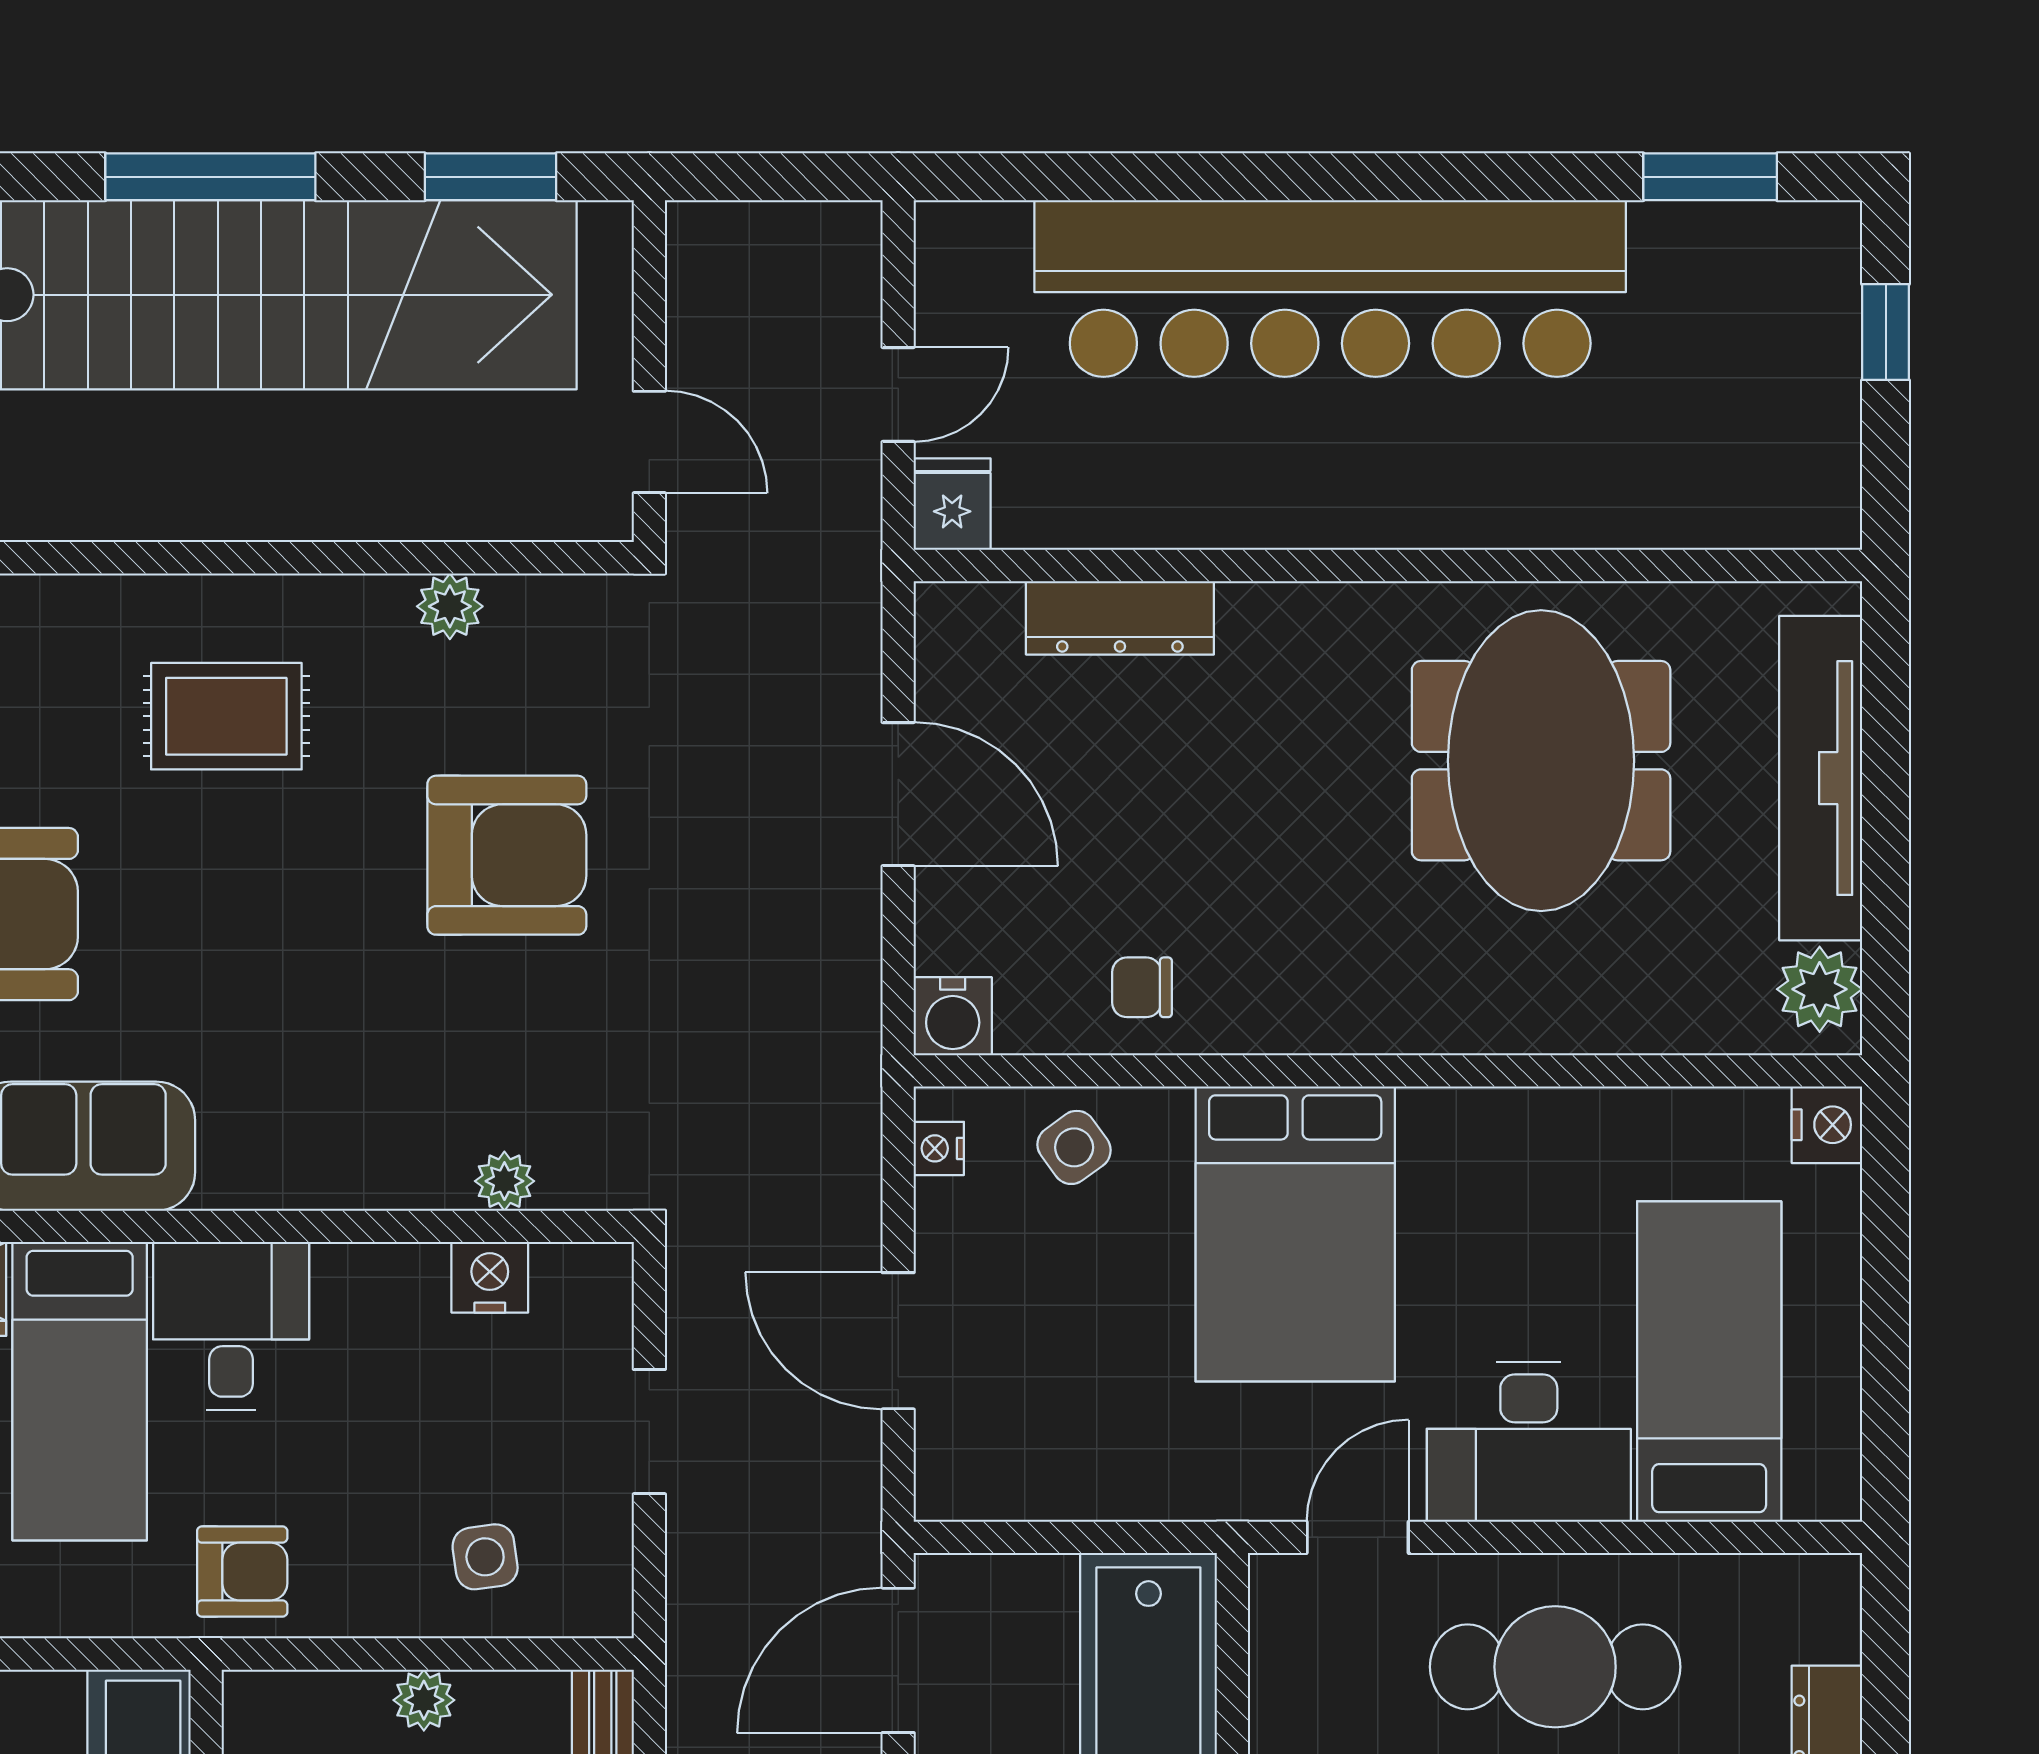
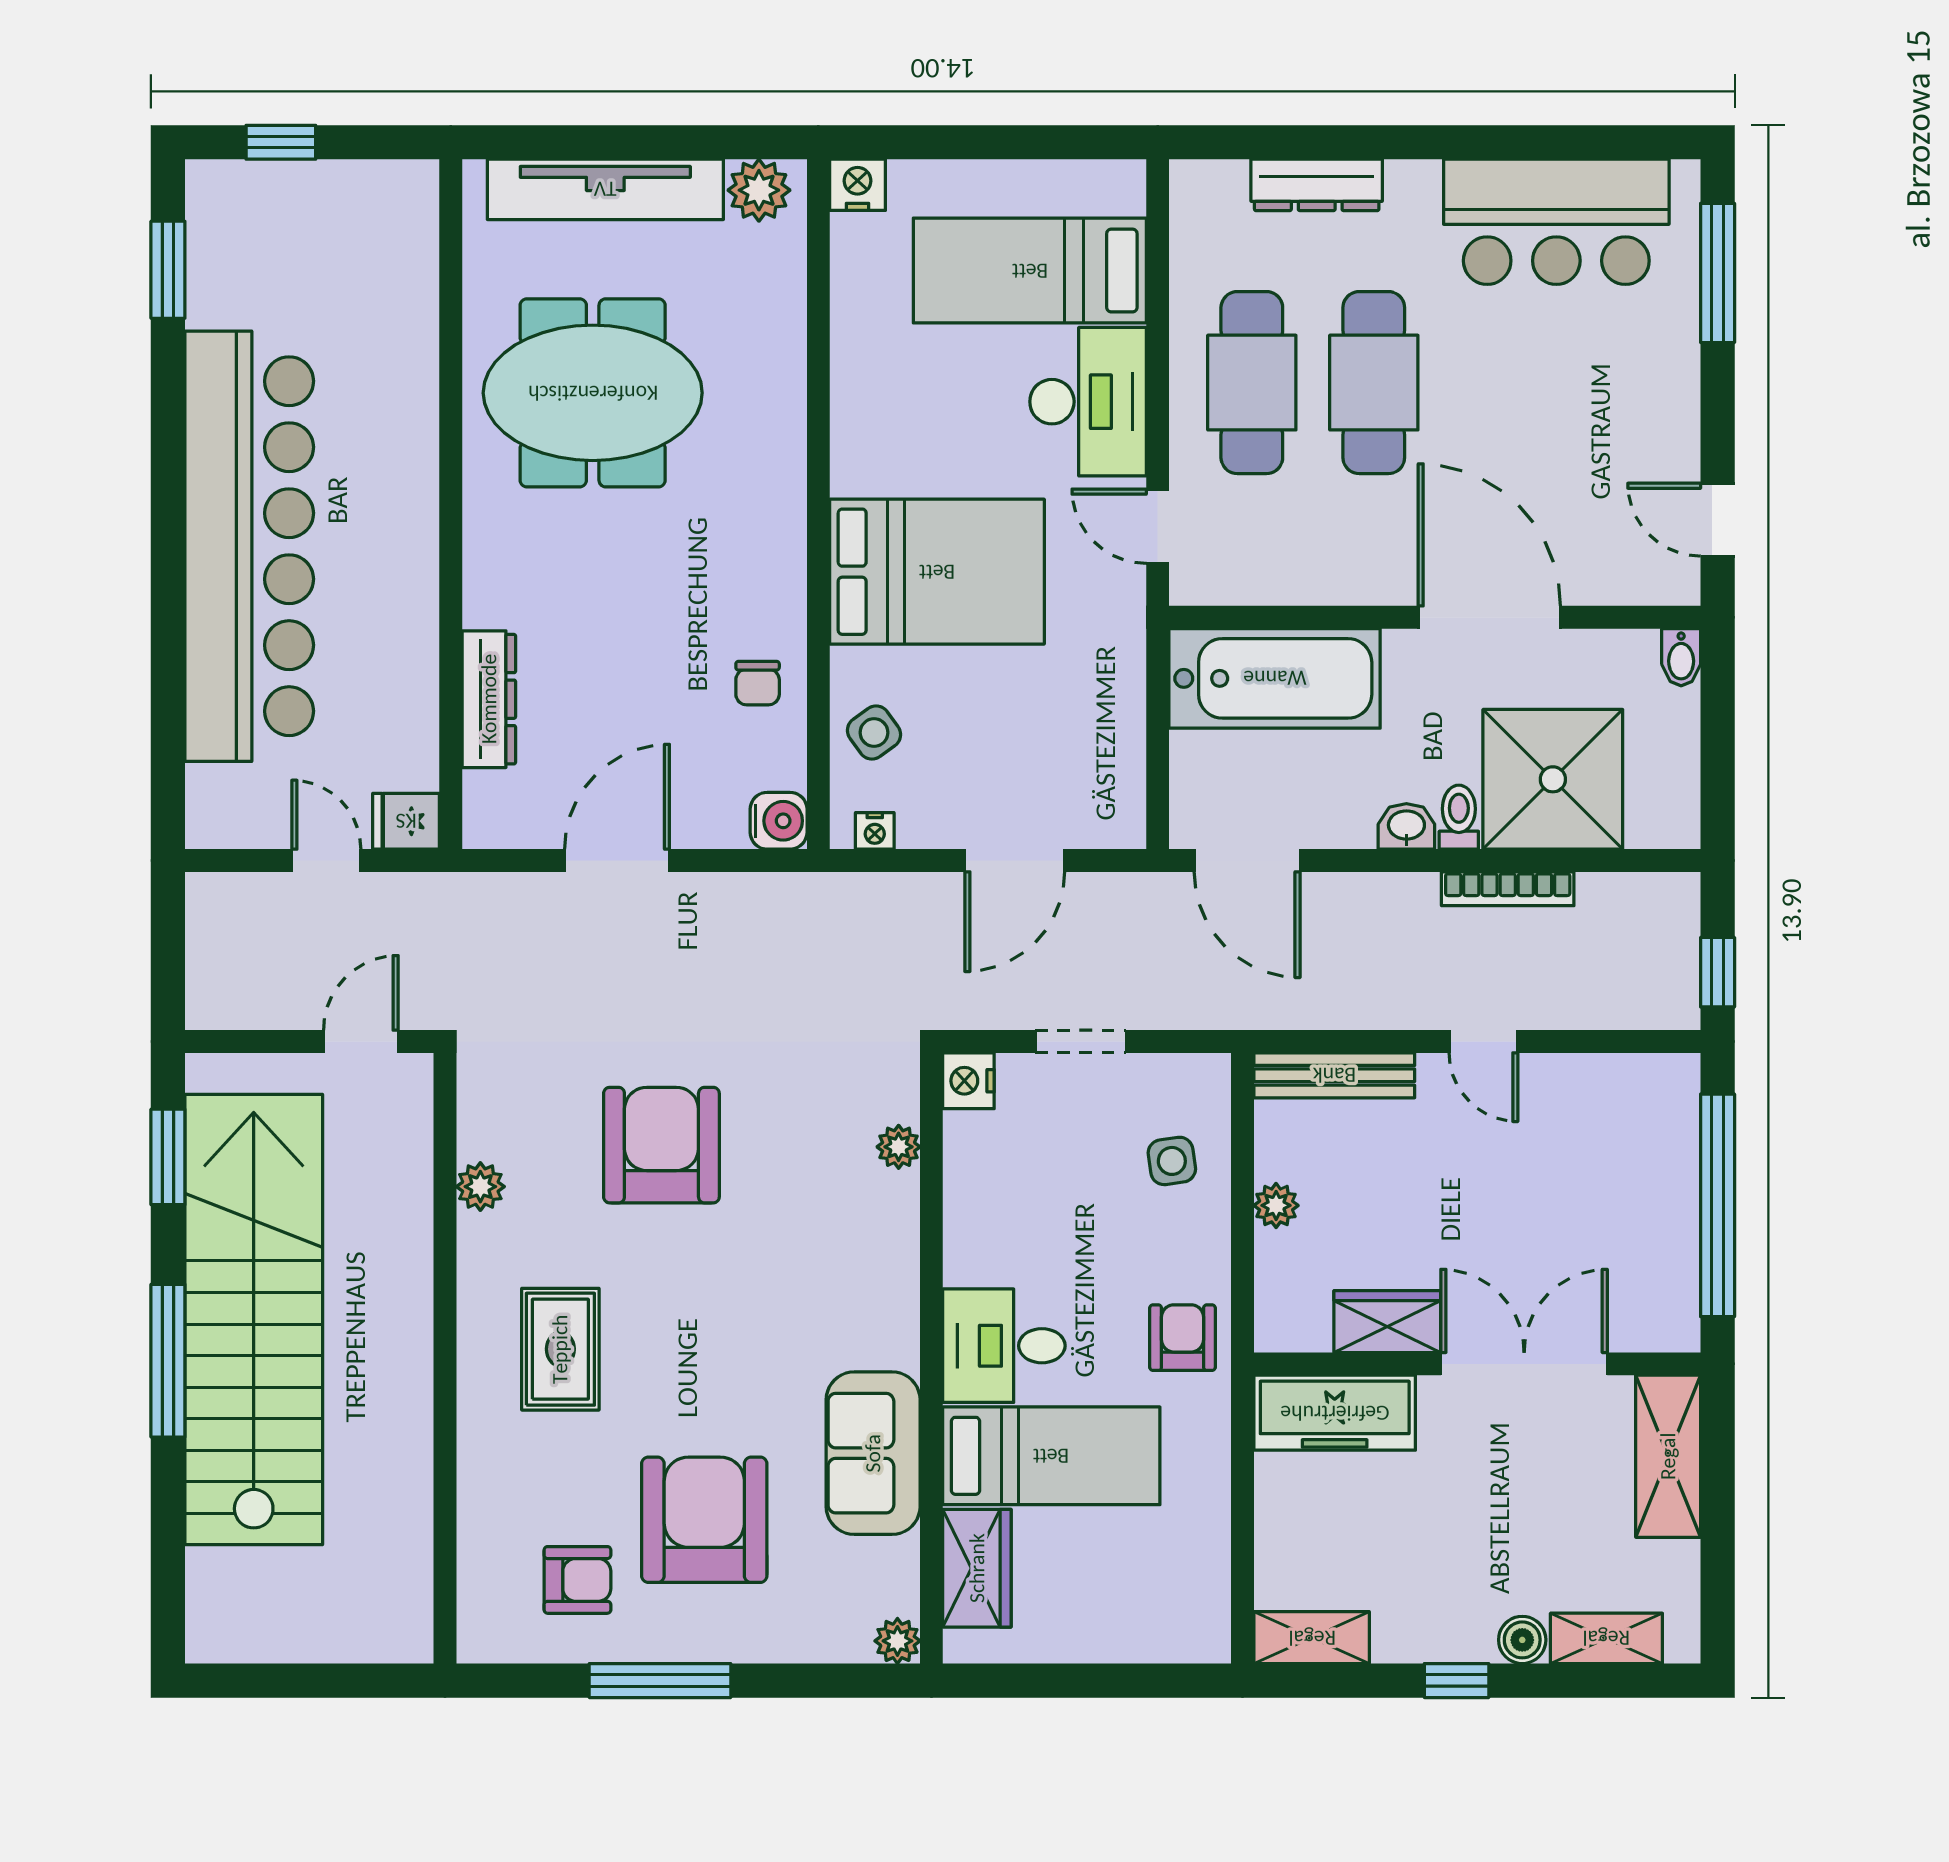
nightstand: (490, 1277) -> (968, 1081), moved

